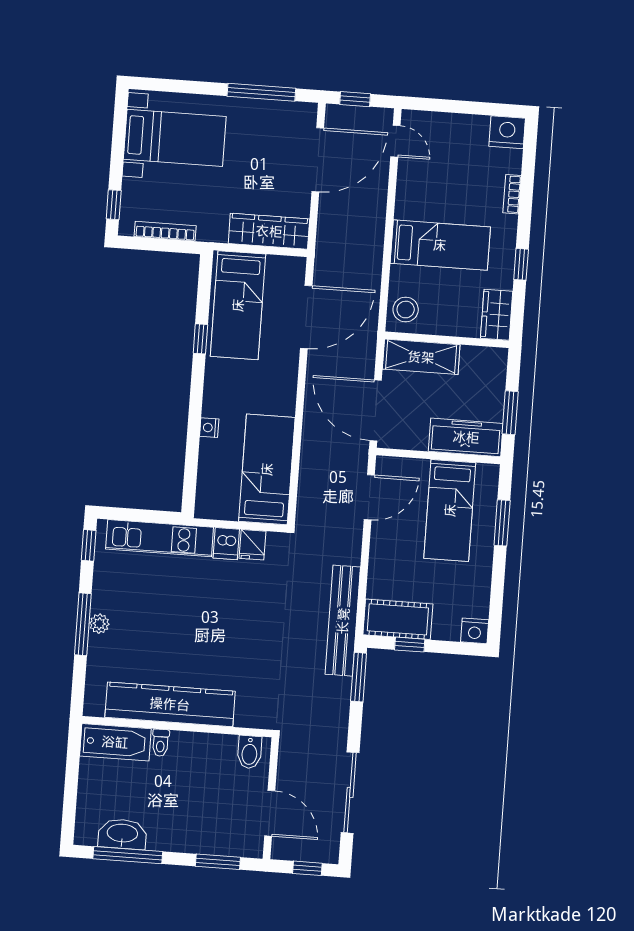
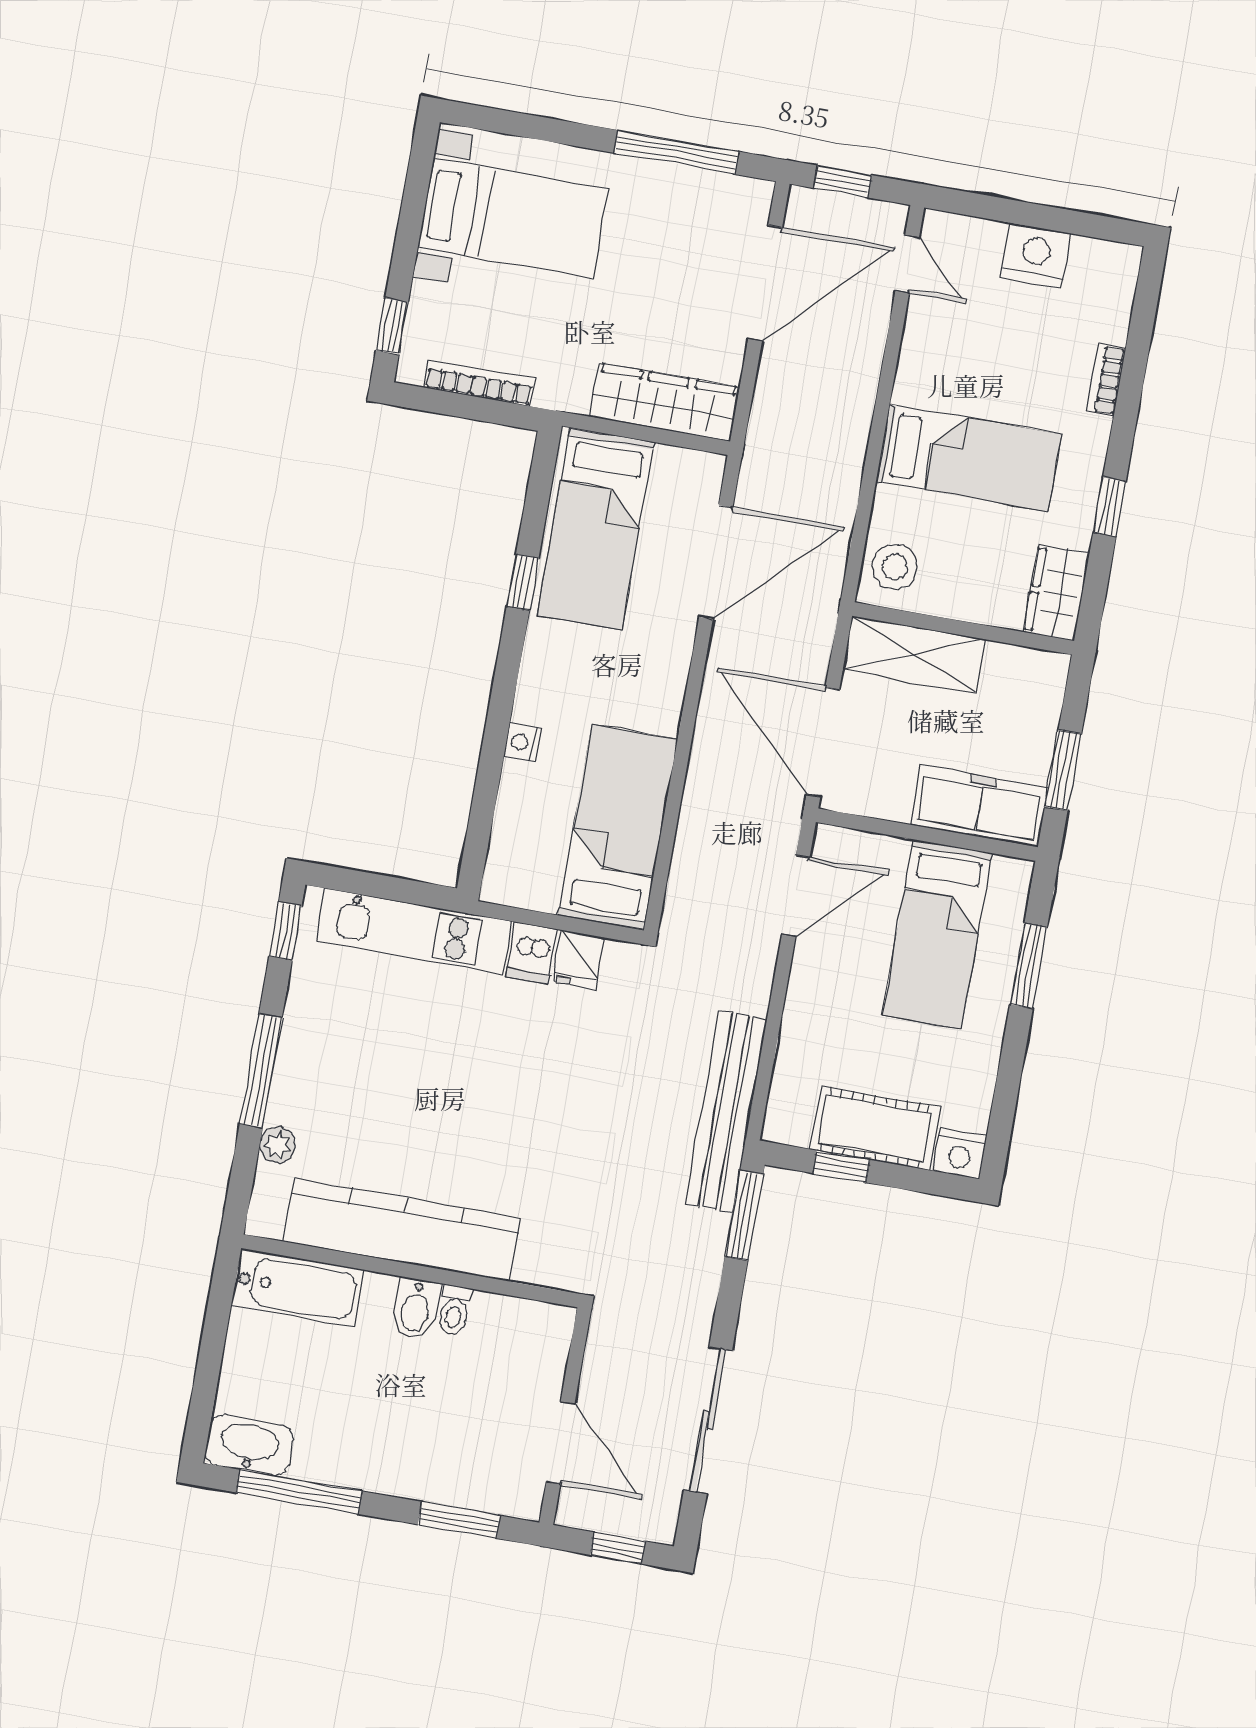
nightstand: (507, 132) -> (1036, 255), moved
cot: (398, 619) -> (875, 1128), moved
plant: (99, 624) -> (278, 1145), moved
toilet: (160, 743) -> (454, 1310), moved
bidet: (250, 752) -> (415, 1309), moved
washbasin: (122, 834) -> (249, 1445), moved

